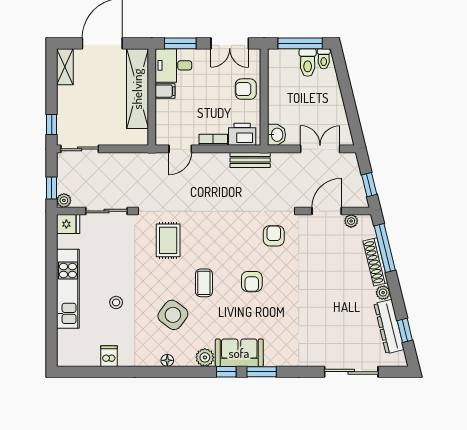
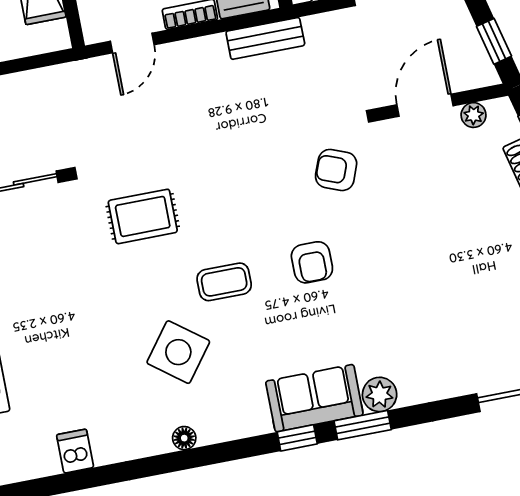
armchair: (274, 236) -> (336, 170), turned -69
rug: (168, 240) -> (143, 216), turned 90
coffee table: (204, 283) -> (224, 282), turned 90
stool: (116, 302) -> (69, 350), removed
plant: (205, 357) -> (380, 394), moved

